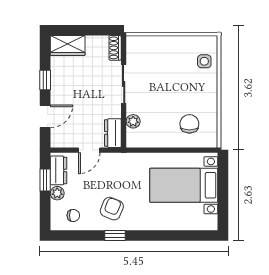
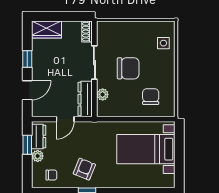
chair: (163, 91) -> (128, 68), added
dresser: (113, 133) -> (85, 99), width x1.44

